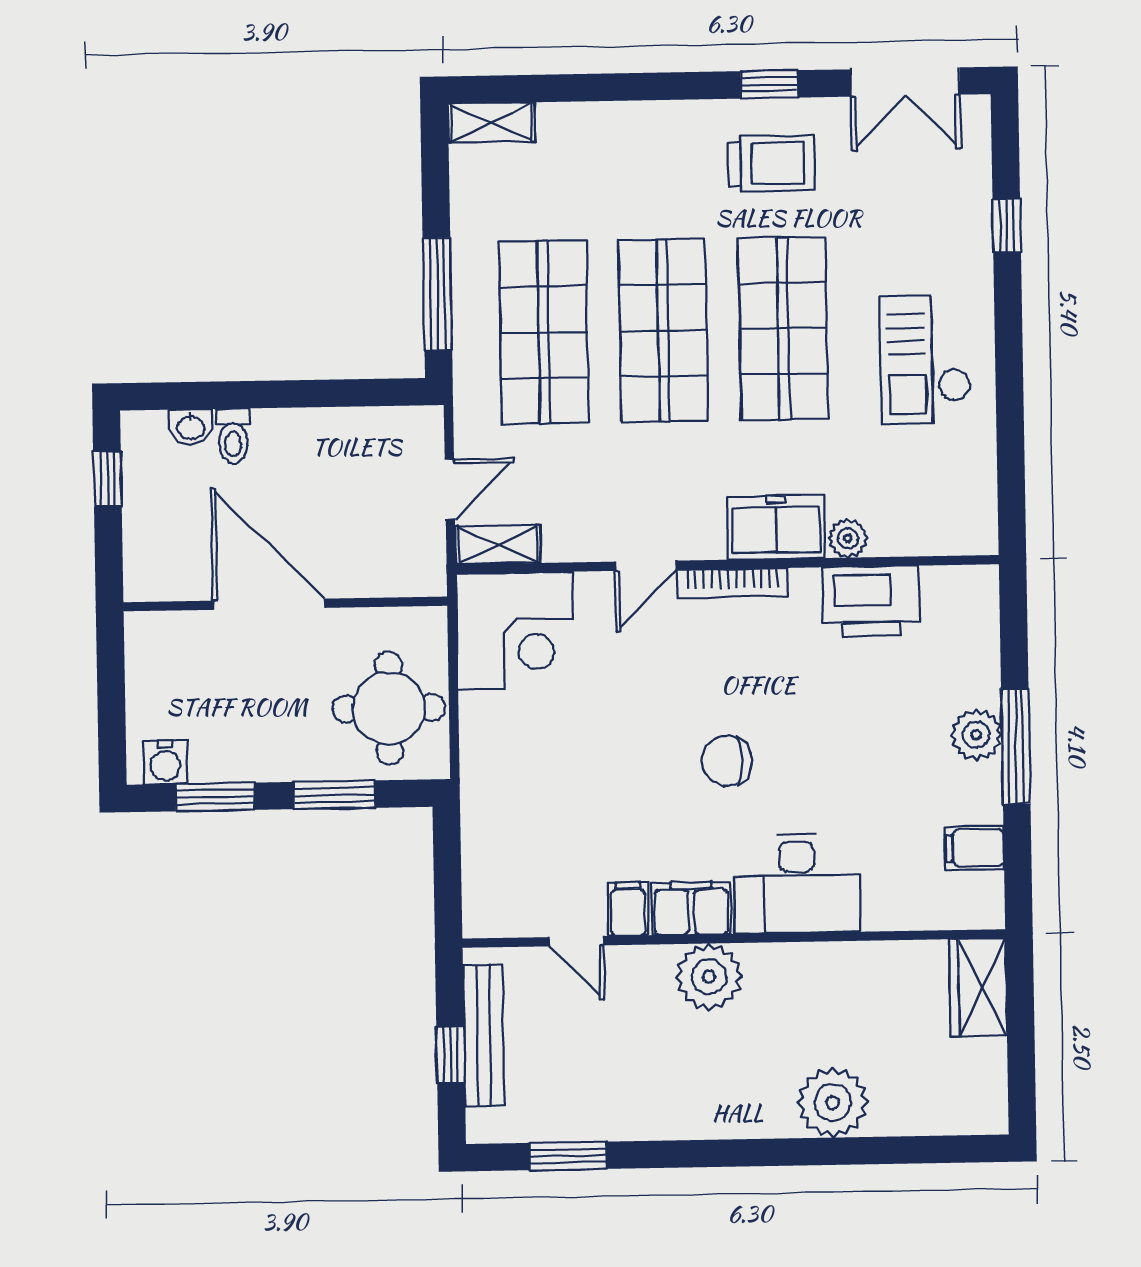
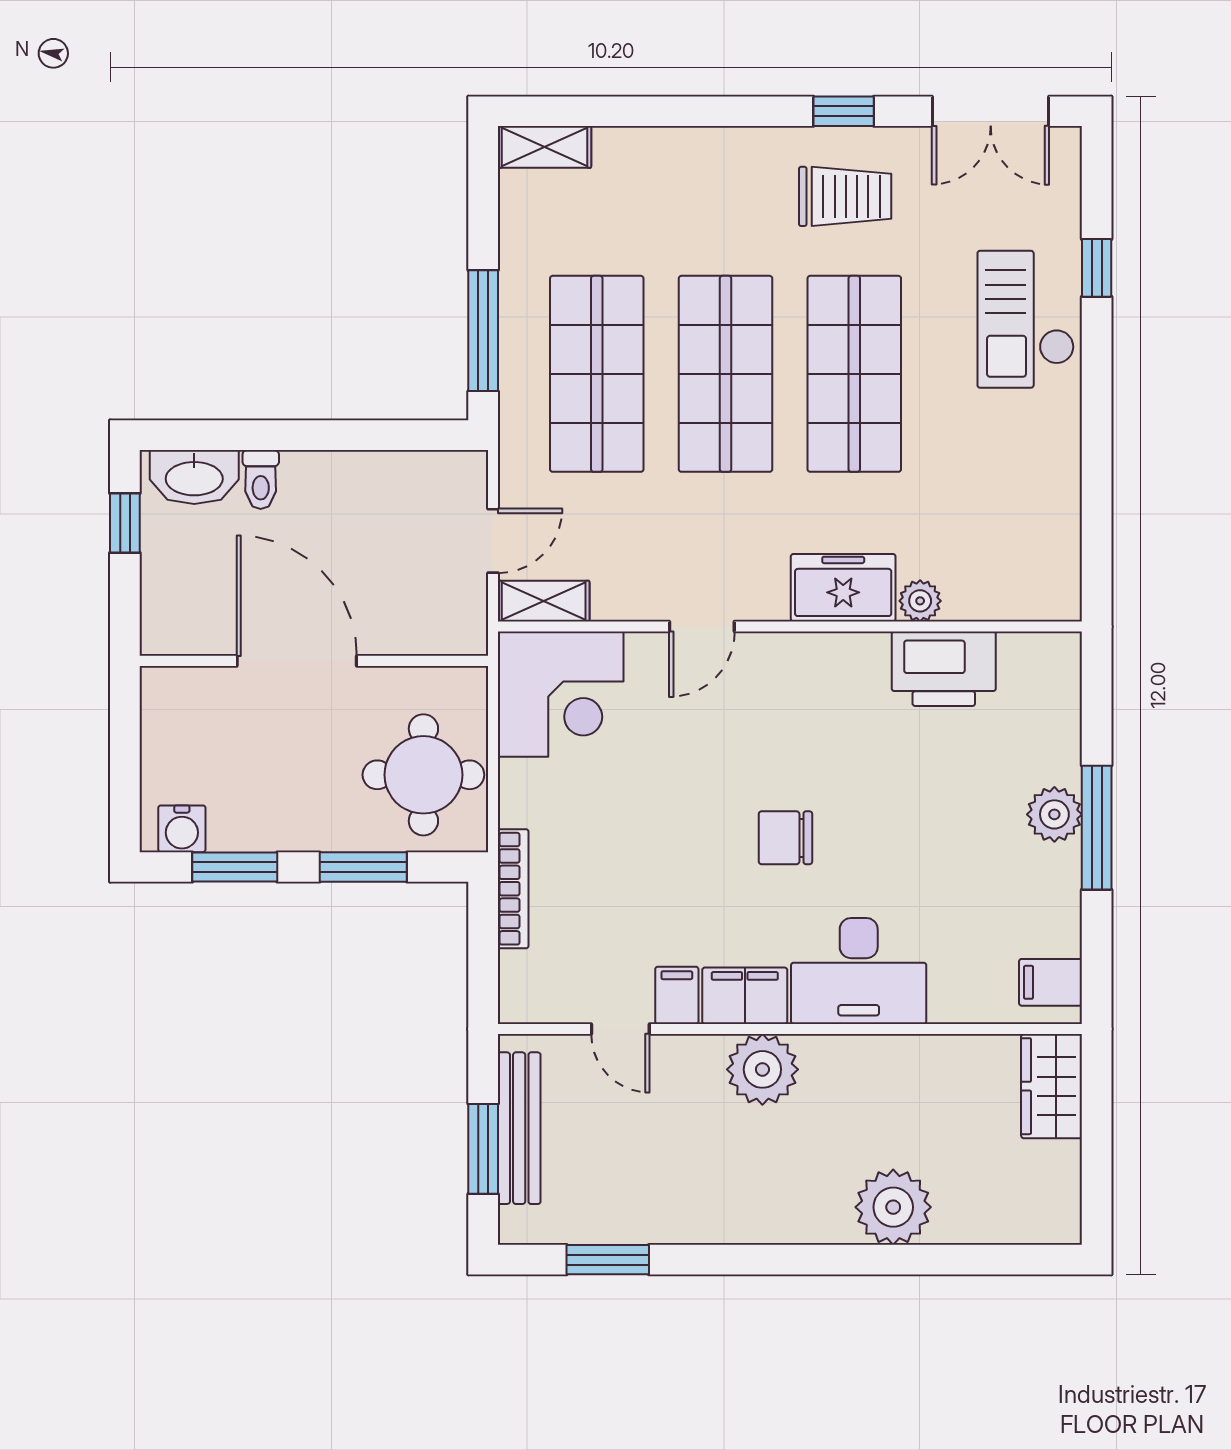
checkout: (925, 360) -> (1026, 319), moved
washbasin: (191, 427) -> (194, 477), width x1.91, depth x1.45
bookcase: (732, 583) -> (513, 889), moved, turned -90
filing cabinet: (975, 848) -> (1051, 982), moved
window: (451, 1055) -> (483, 1149), width x1.50

